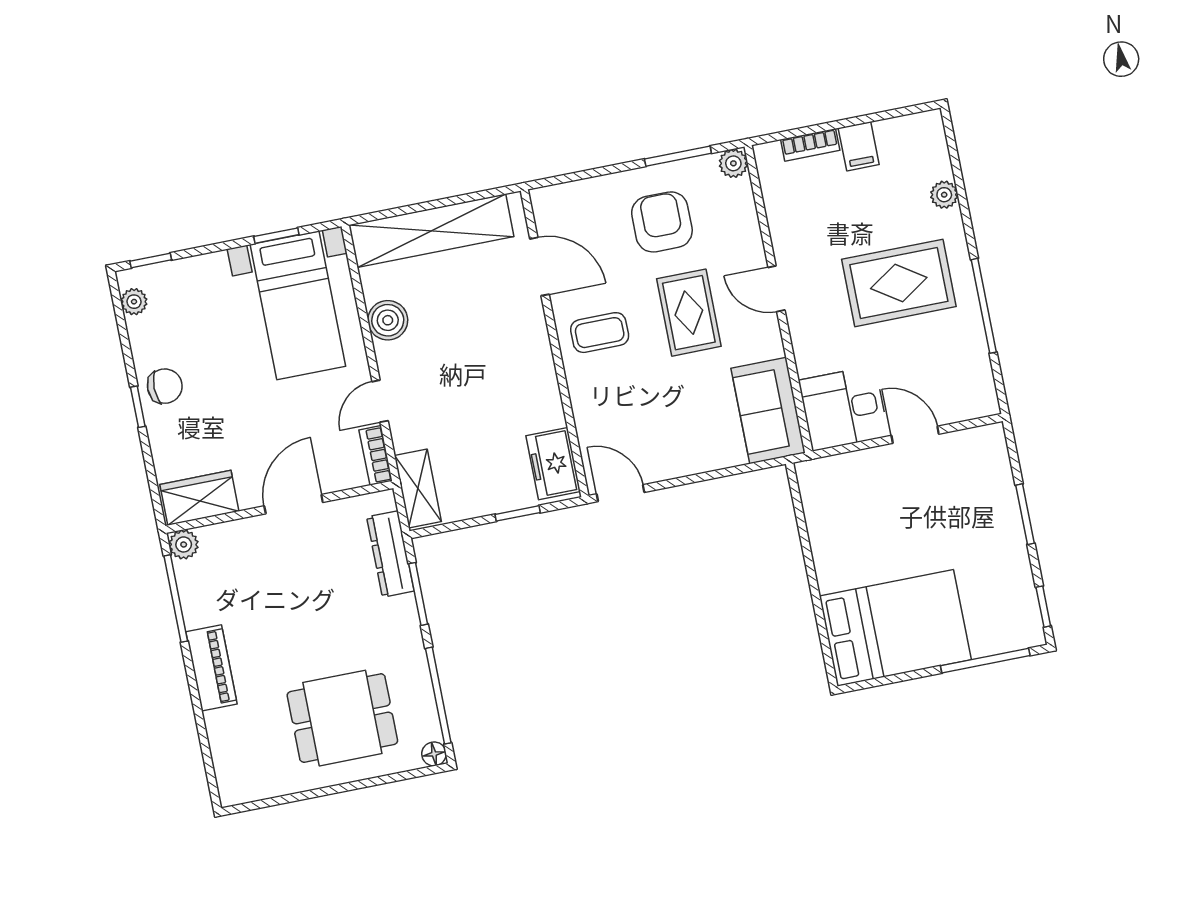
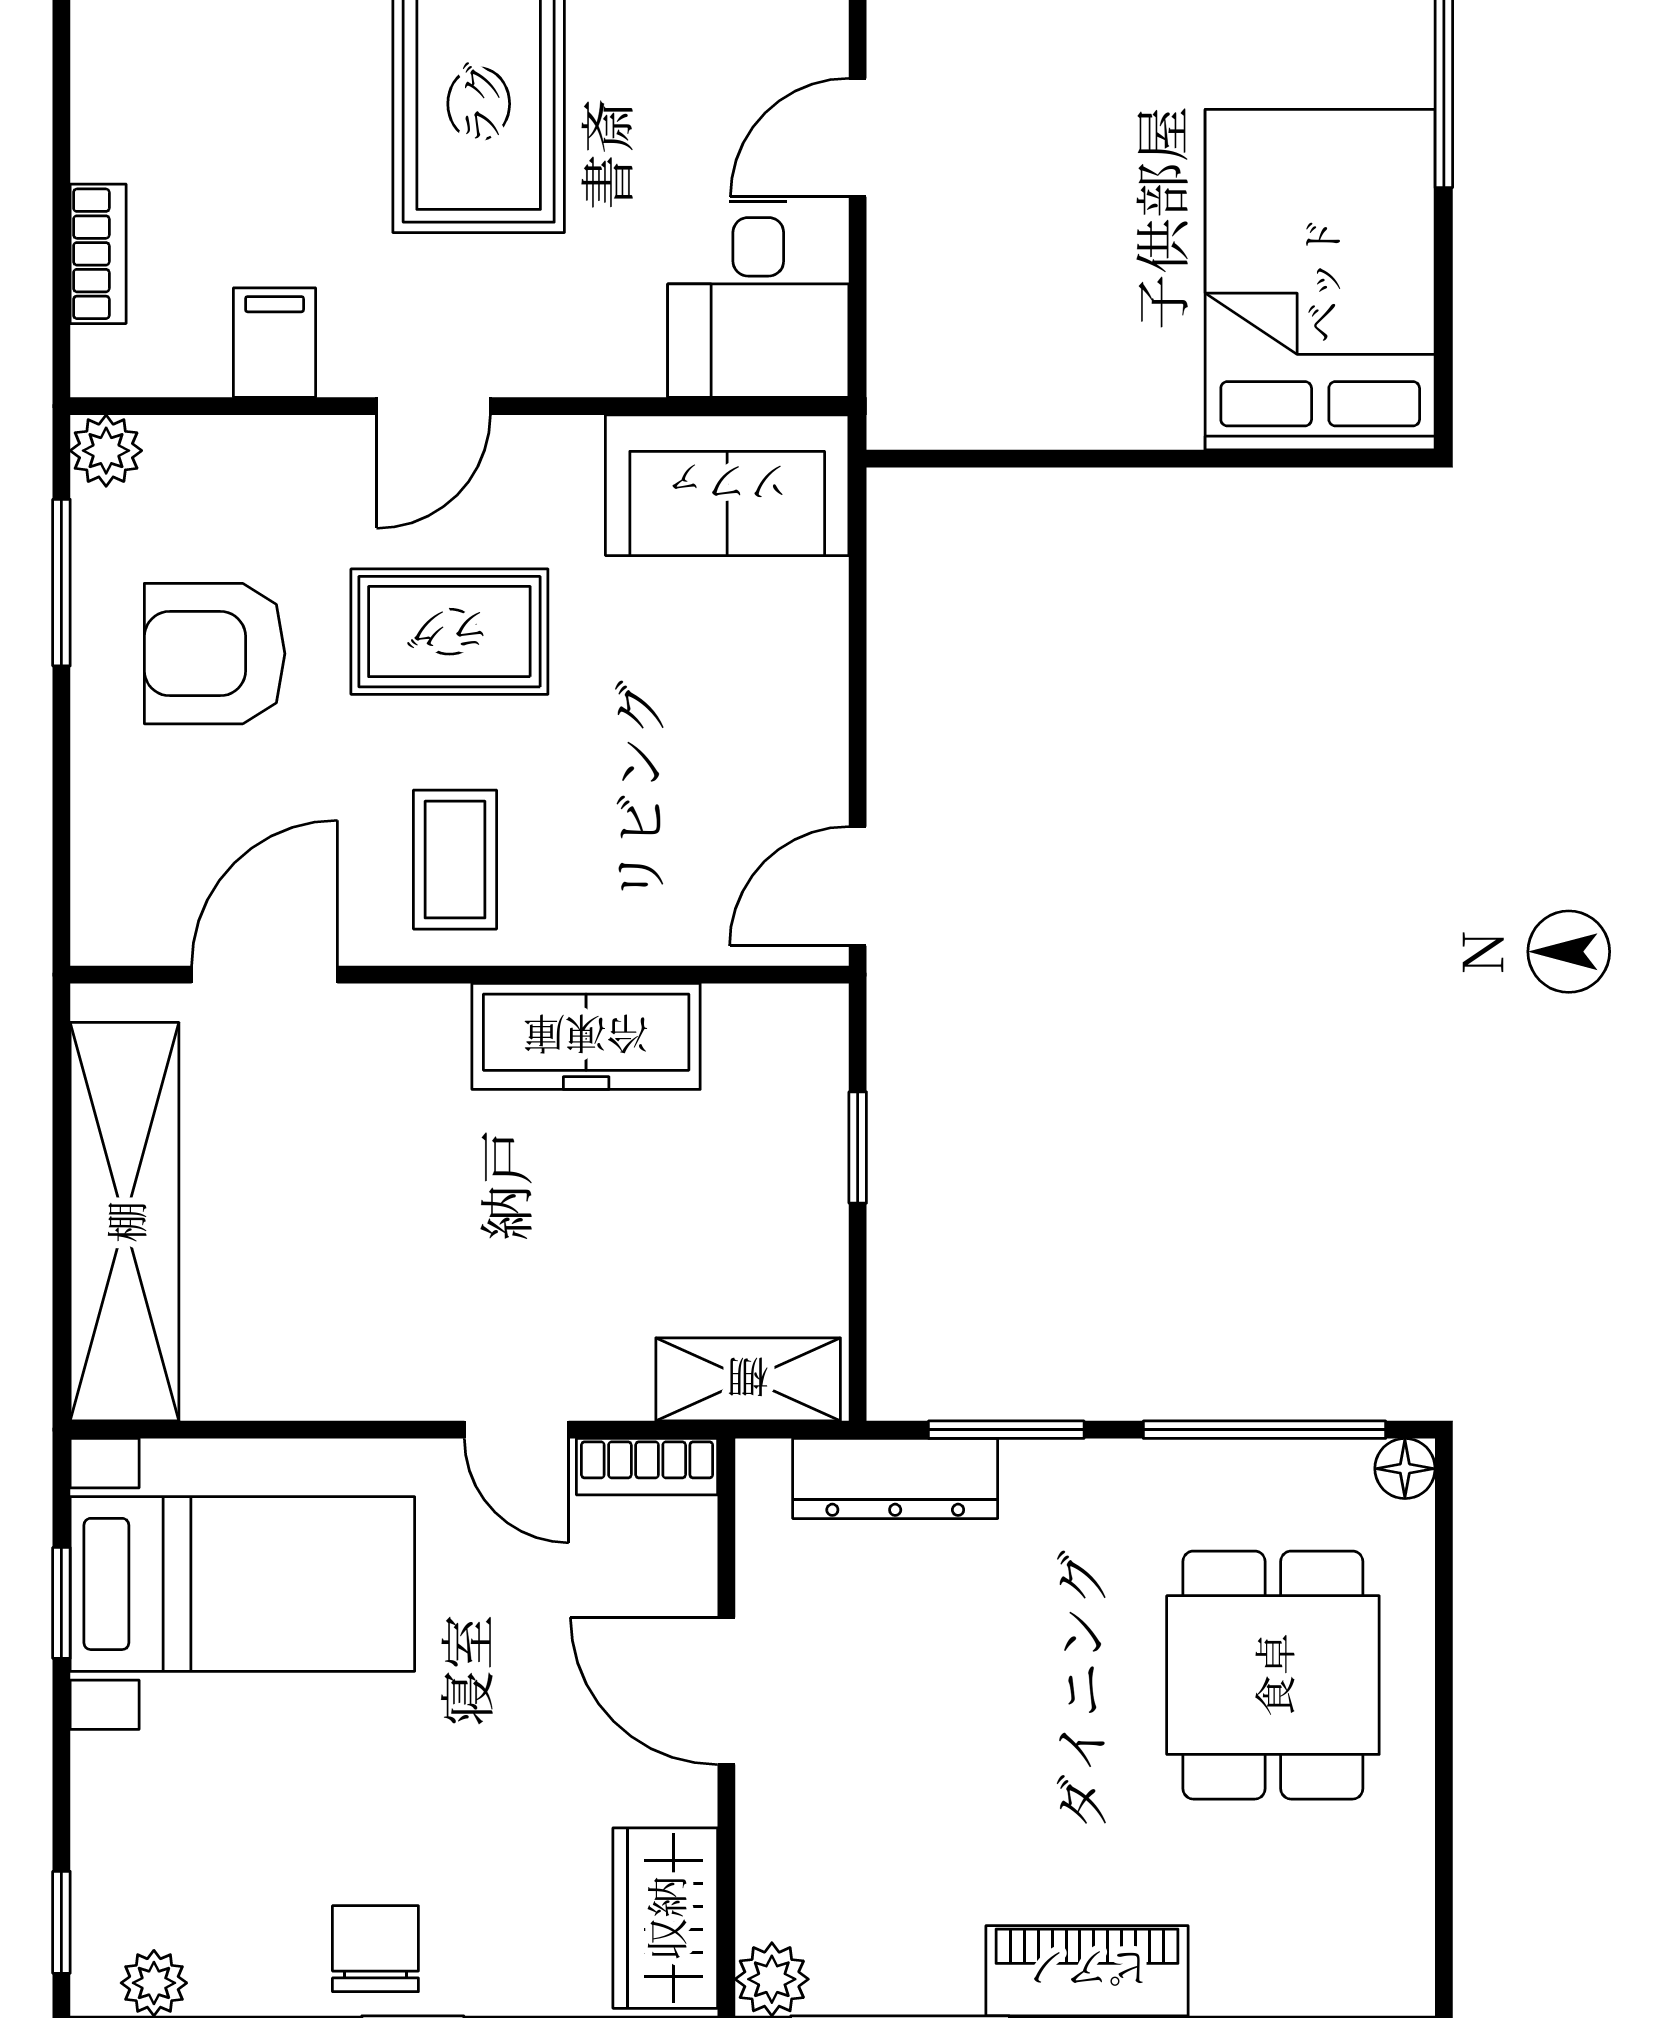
filing cabinet: (859, 146) -> (275, 343), moved, turned -90
boiler: (388, 320) -> (322, 1372), removed
freezer: (553, 464) -> (586, 1036), moved, width x1.40

